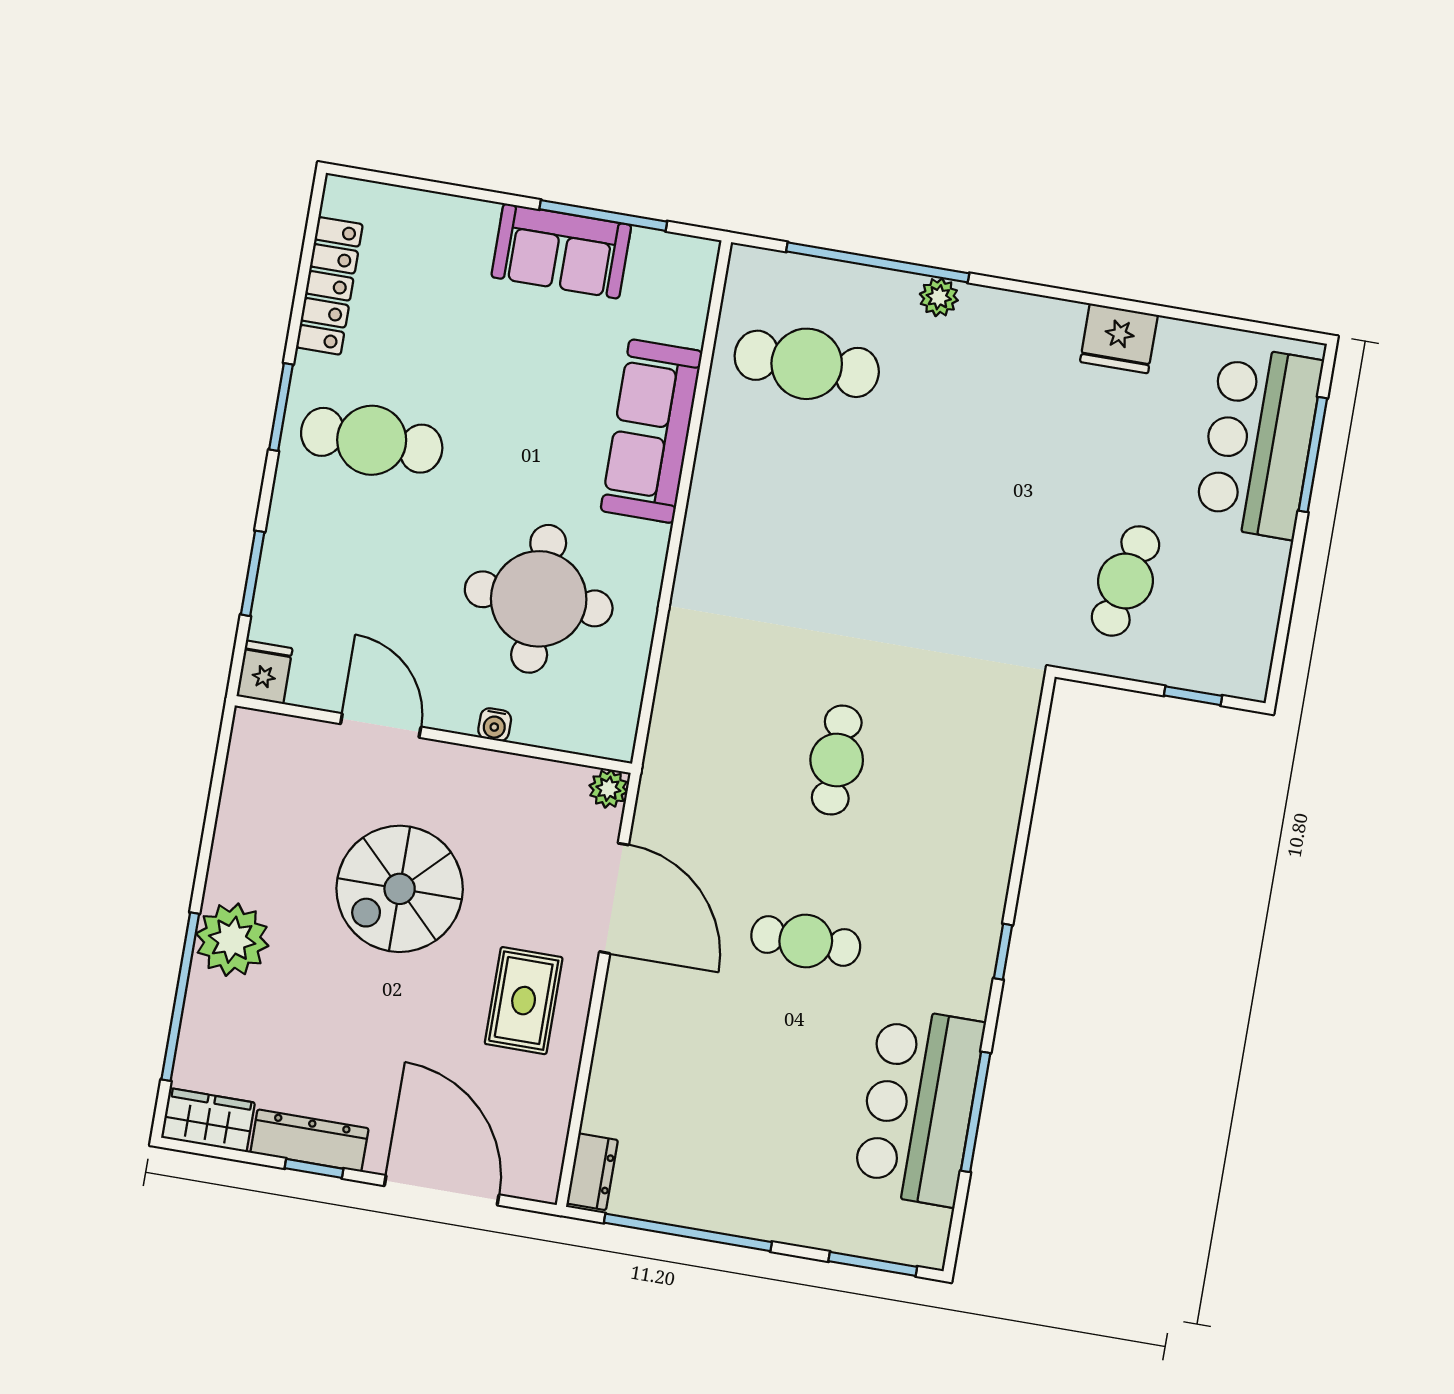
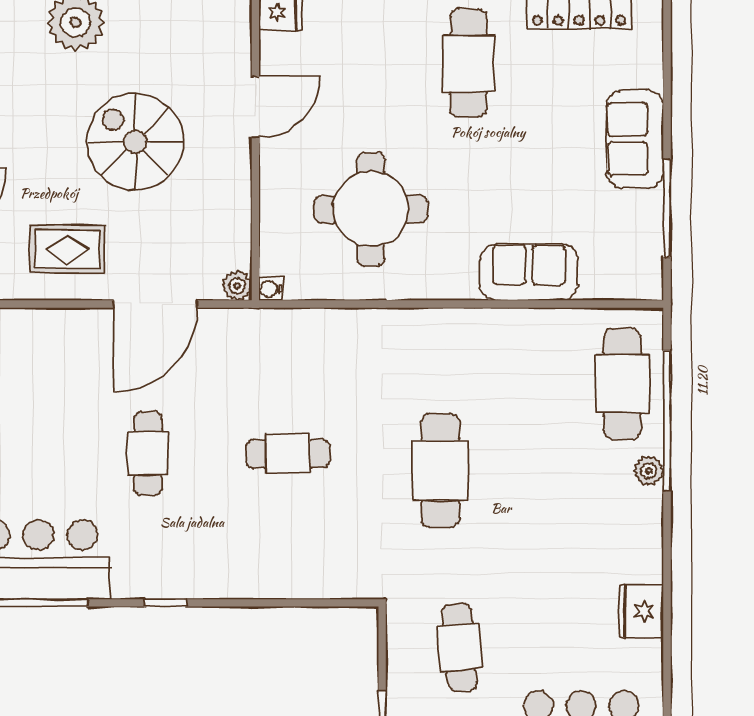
sofa: (561, 251) -> (635, 139), moved
cafe table: (807, 364) -> (622, 384), moved
sofa: (651, 431) -> (529, 272), width x0.73
cafe table: (892, 567) -> (440, 471), added
cafe table: (1126, 581) -> (460, 647), turned 73
water cooler: (495, 725) -> (271, 289), moved

